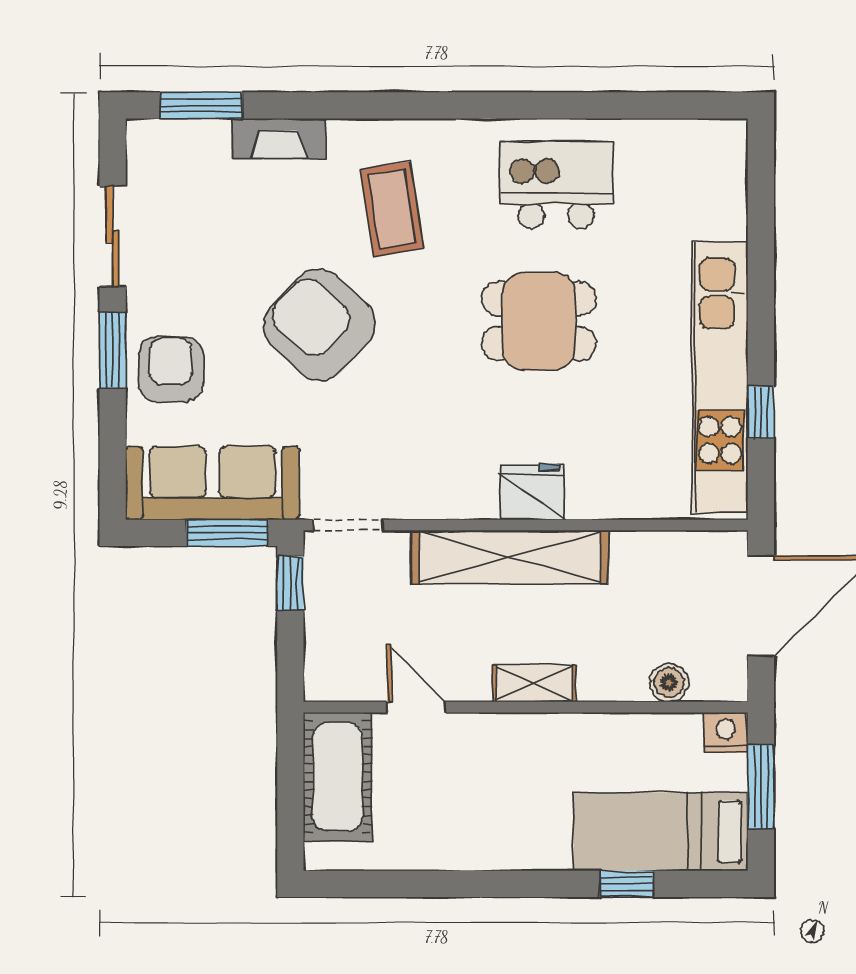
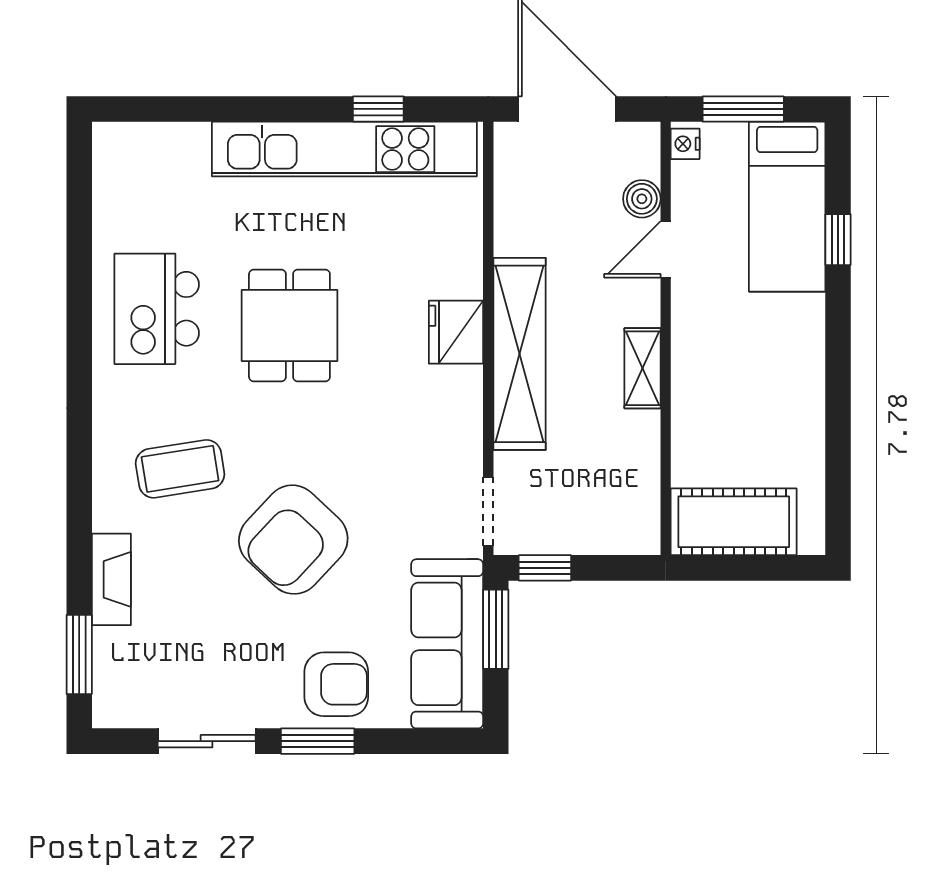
armchair: (171, 369) -> (336, 684), turned 180
shelving: (534, 683) -> (643, 368), moved
door: (416, 707) -> (666, 249), moved
nightstand: (725, 732) -> (685, 144), width x0.72, depth x0.74

